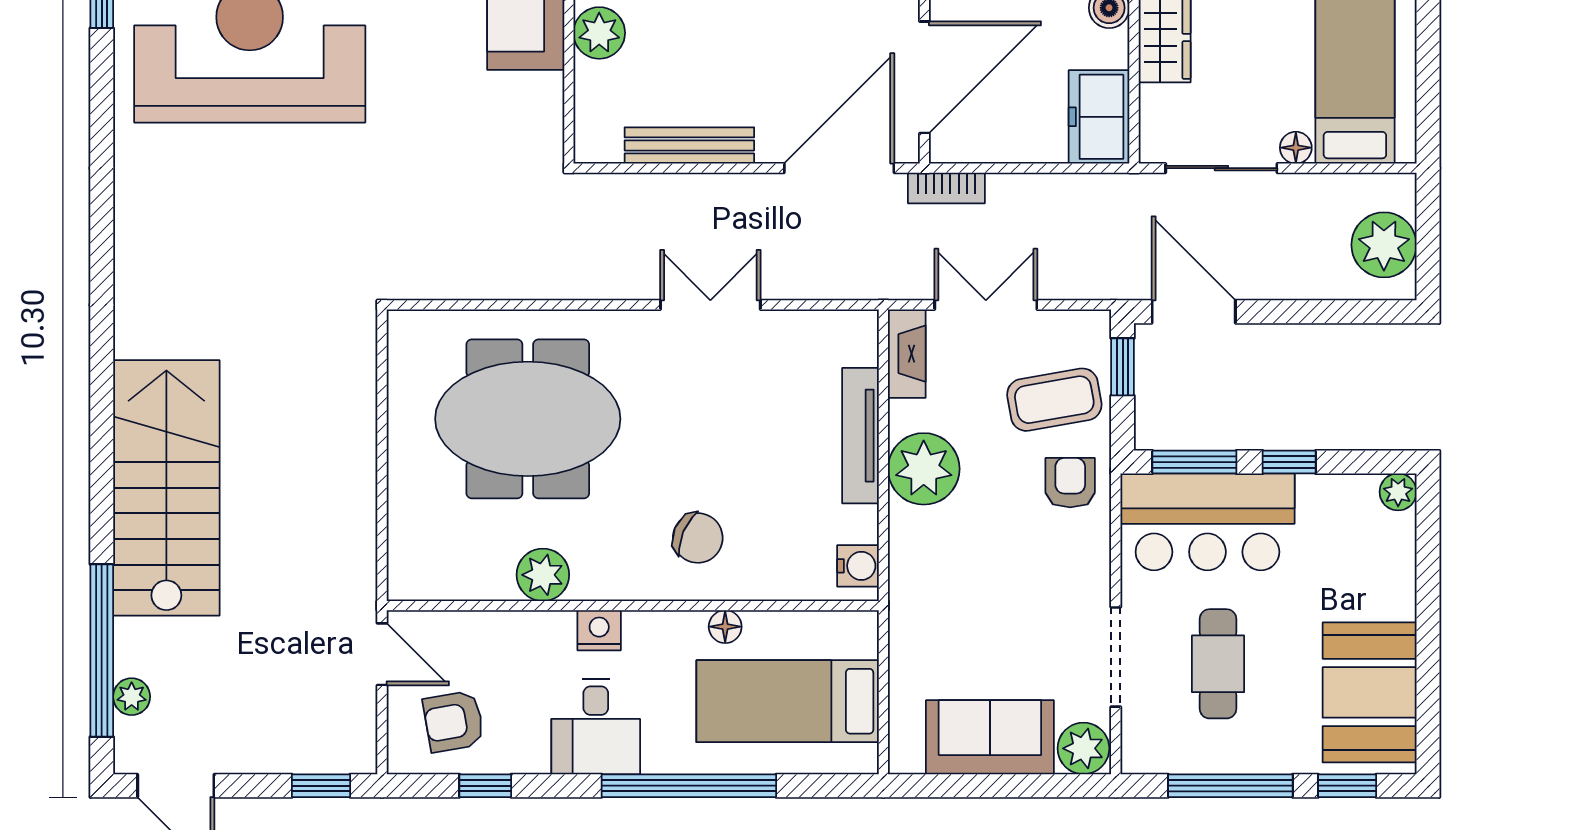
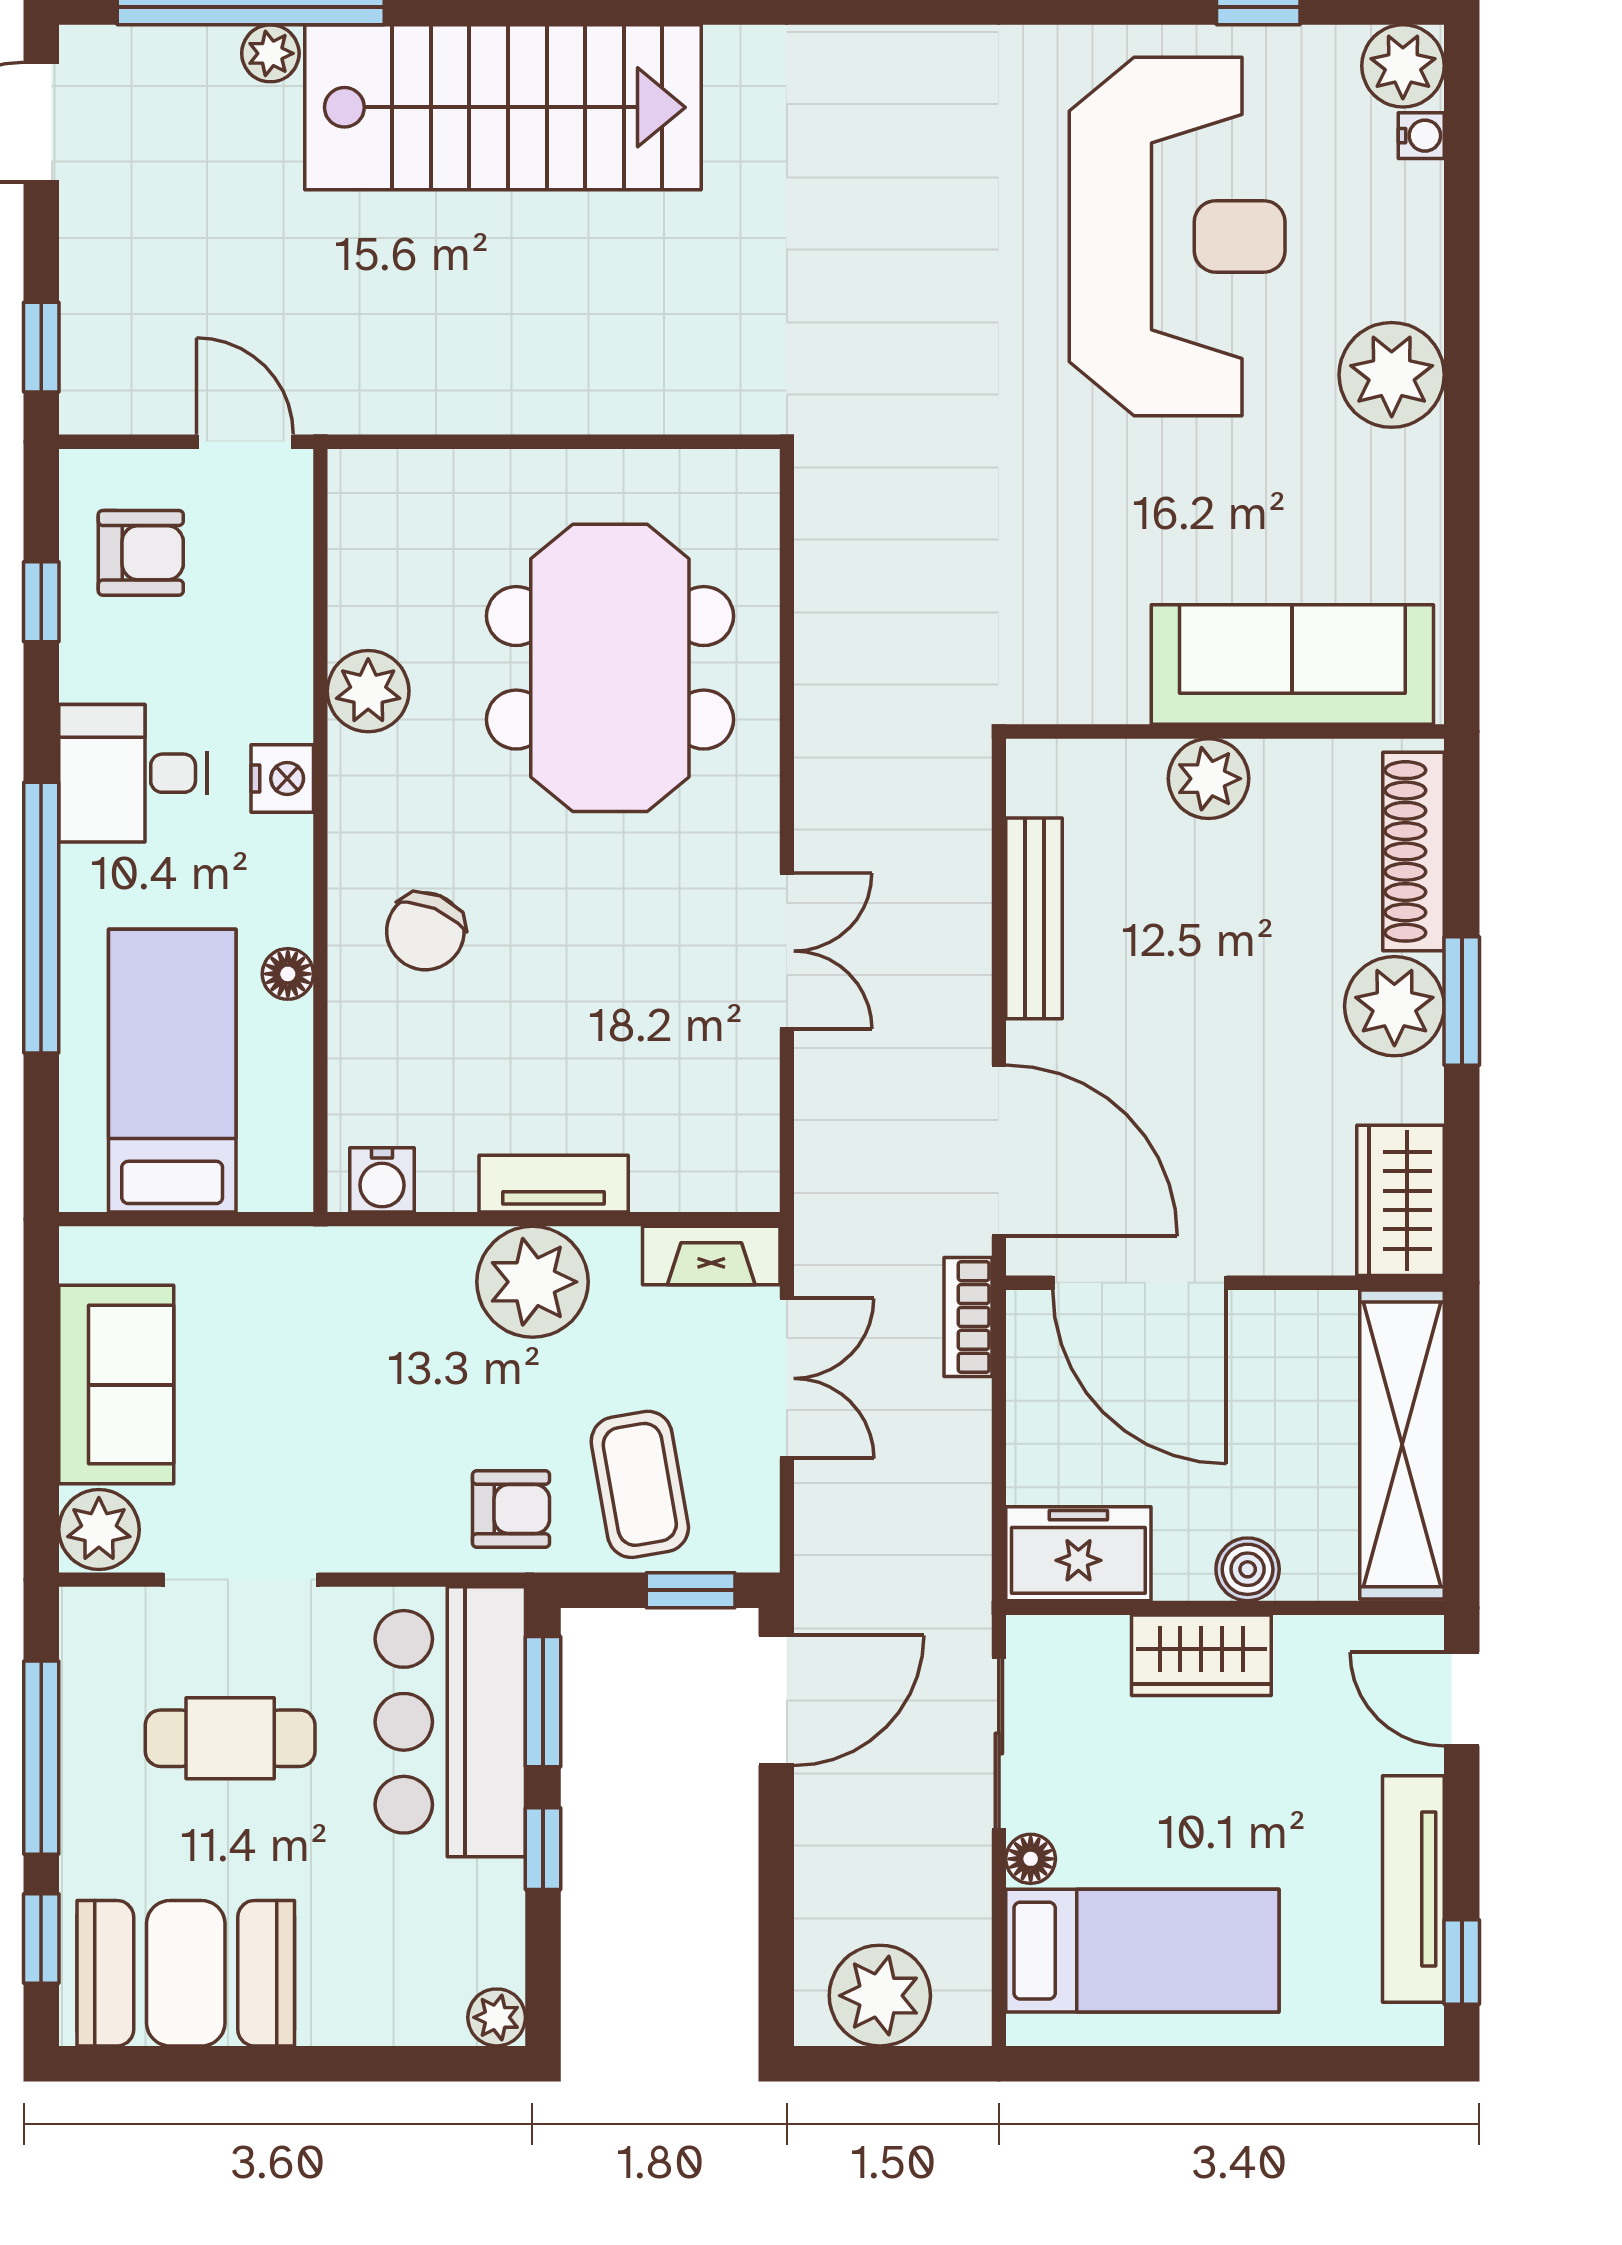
tv unit: (860, 436) -> (554, 1184), width x0.71
door: (382, 654) -> (245, 442), swing flipped
plant: (132, 697) -> (270, 53), moved
armchair: (454, 721) -> (141, 553), turned 100

